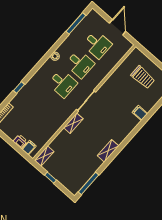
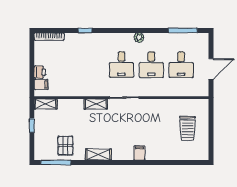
filing cabinet: (140, 113) -> (139, 153), moved
pallet: (83, 167) -> (66, 146), added

